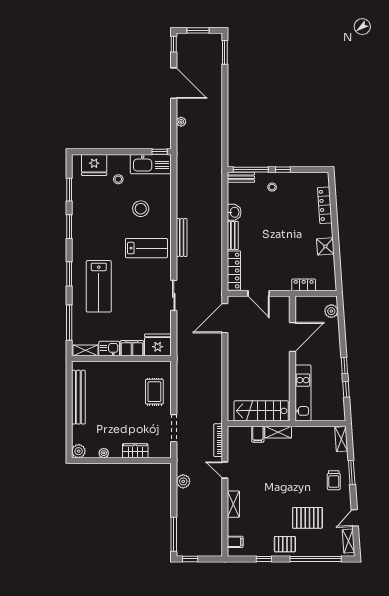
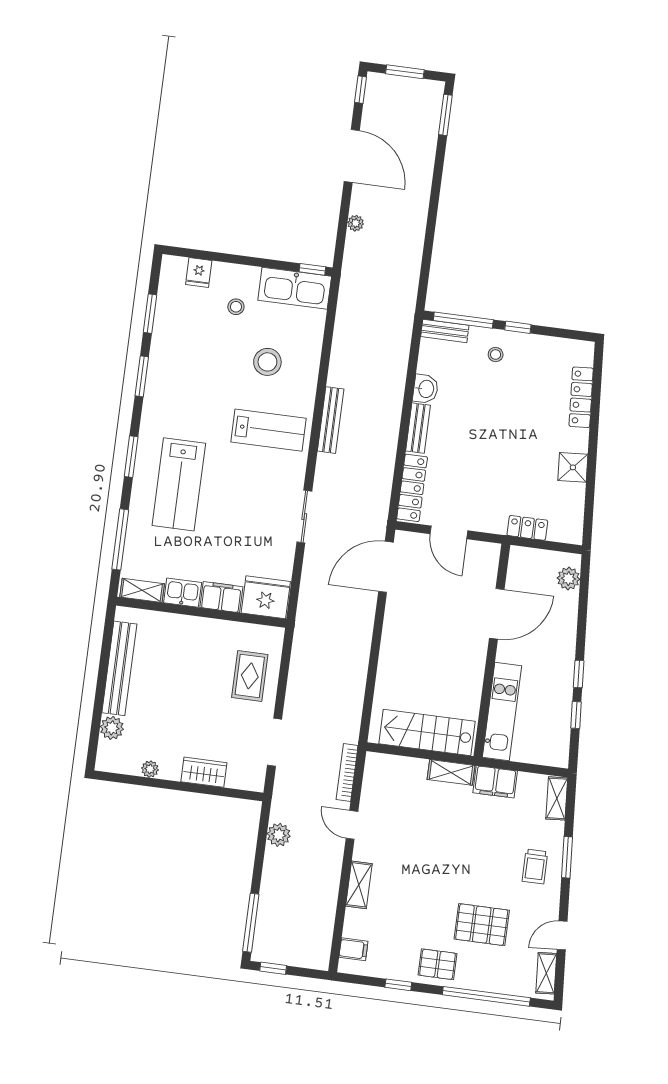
fridge: (94, 165) -> (199, 273), width x0.53, depth x0.75
filing cabinet: (258, 434) -> (495, 782), moved, width x2.00
plant: (79, 451) -> (112, 728), moved

